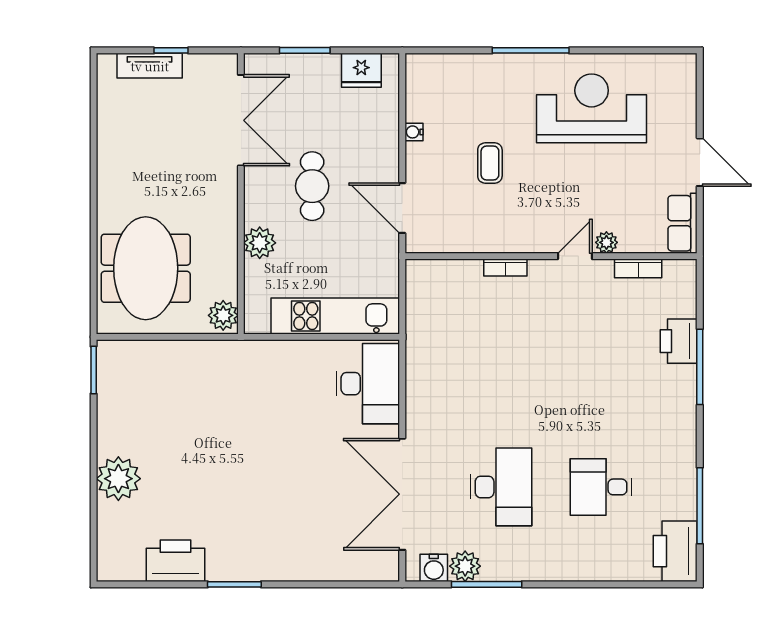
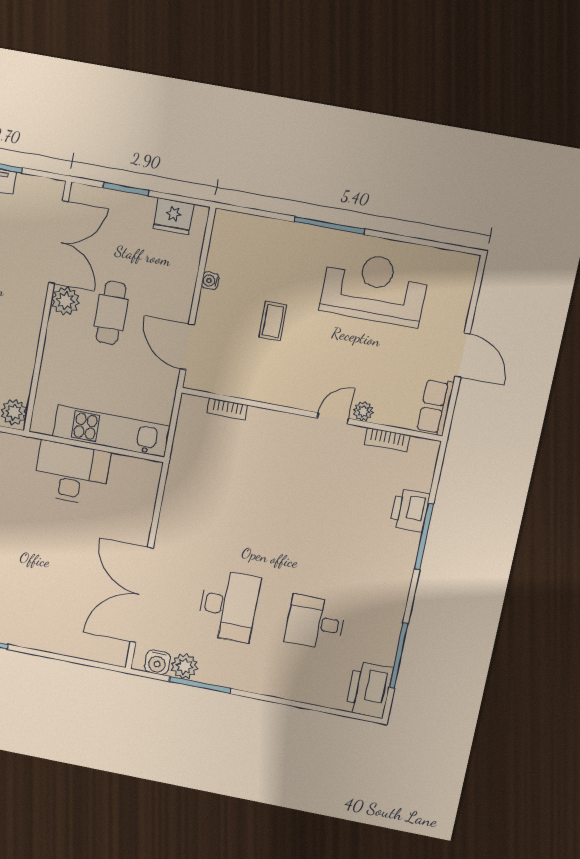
plant: (260, 243) -> (65, 301), moved
bookcase: (505, 268) -> (227, 409), moved
desk: (368, 384) -> (71, 473), moved, turned -90

